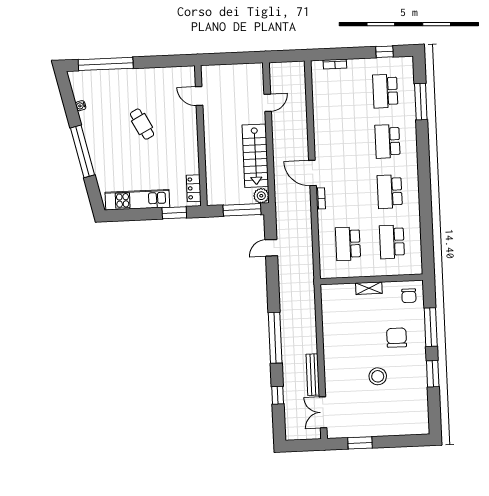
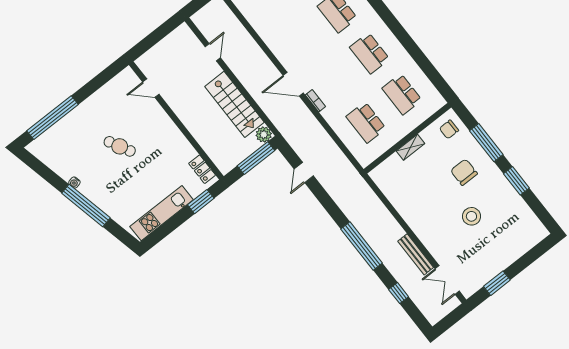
water cooler: (81, 106) -> (74, 182), moved
chair: (409, 296) -> (449, 129), turned 90

